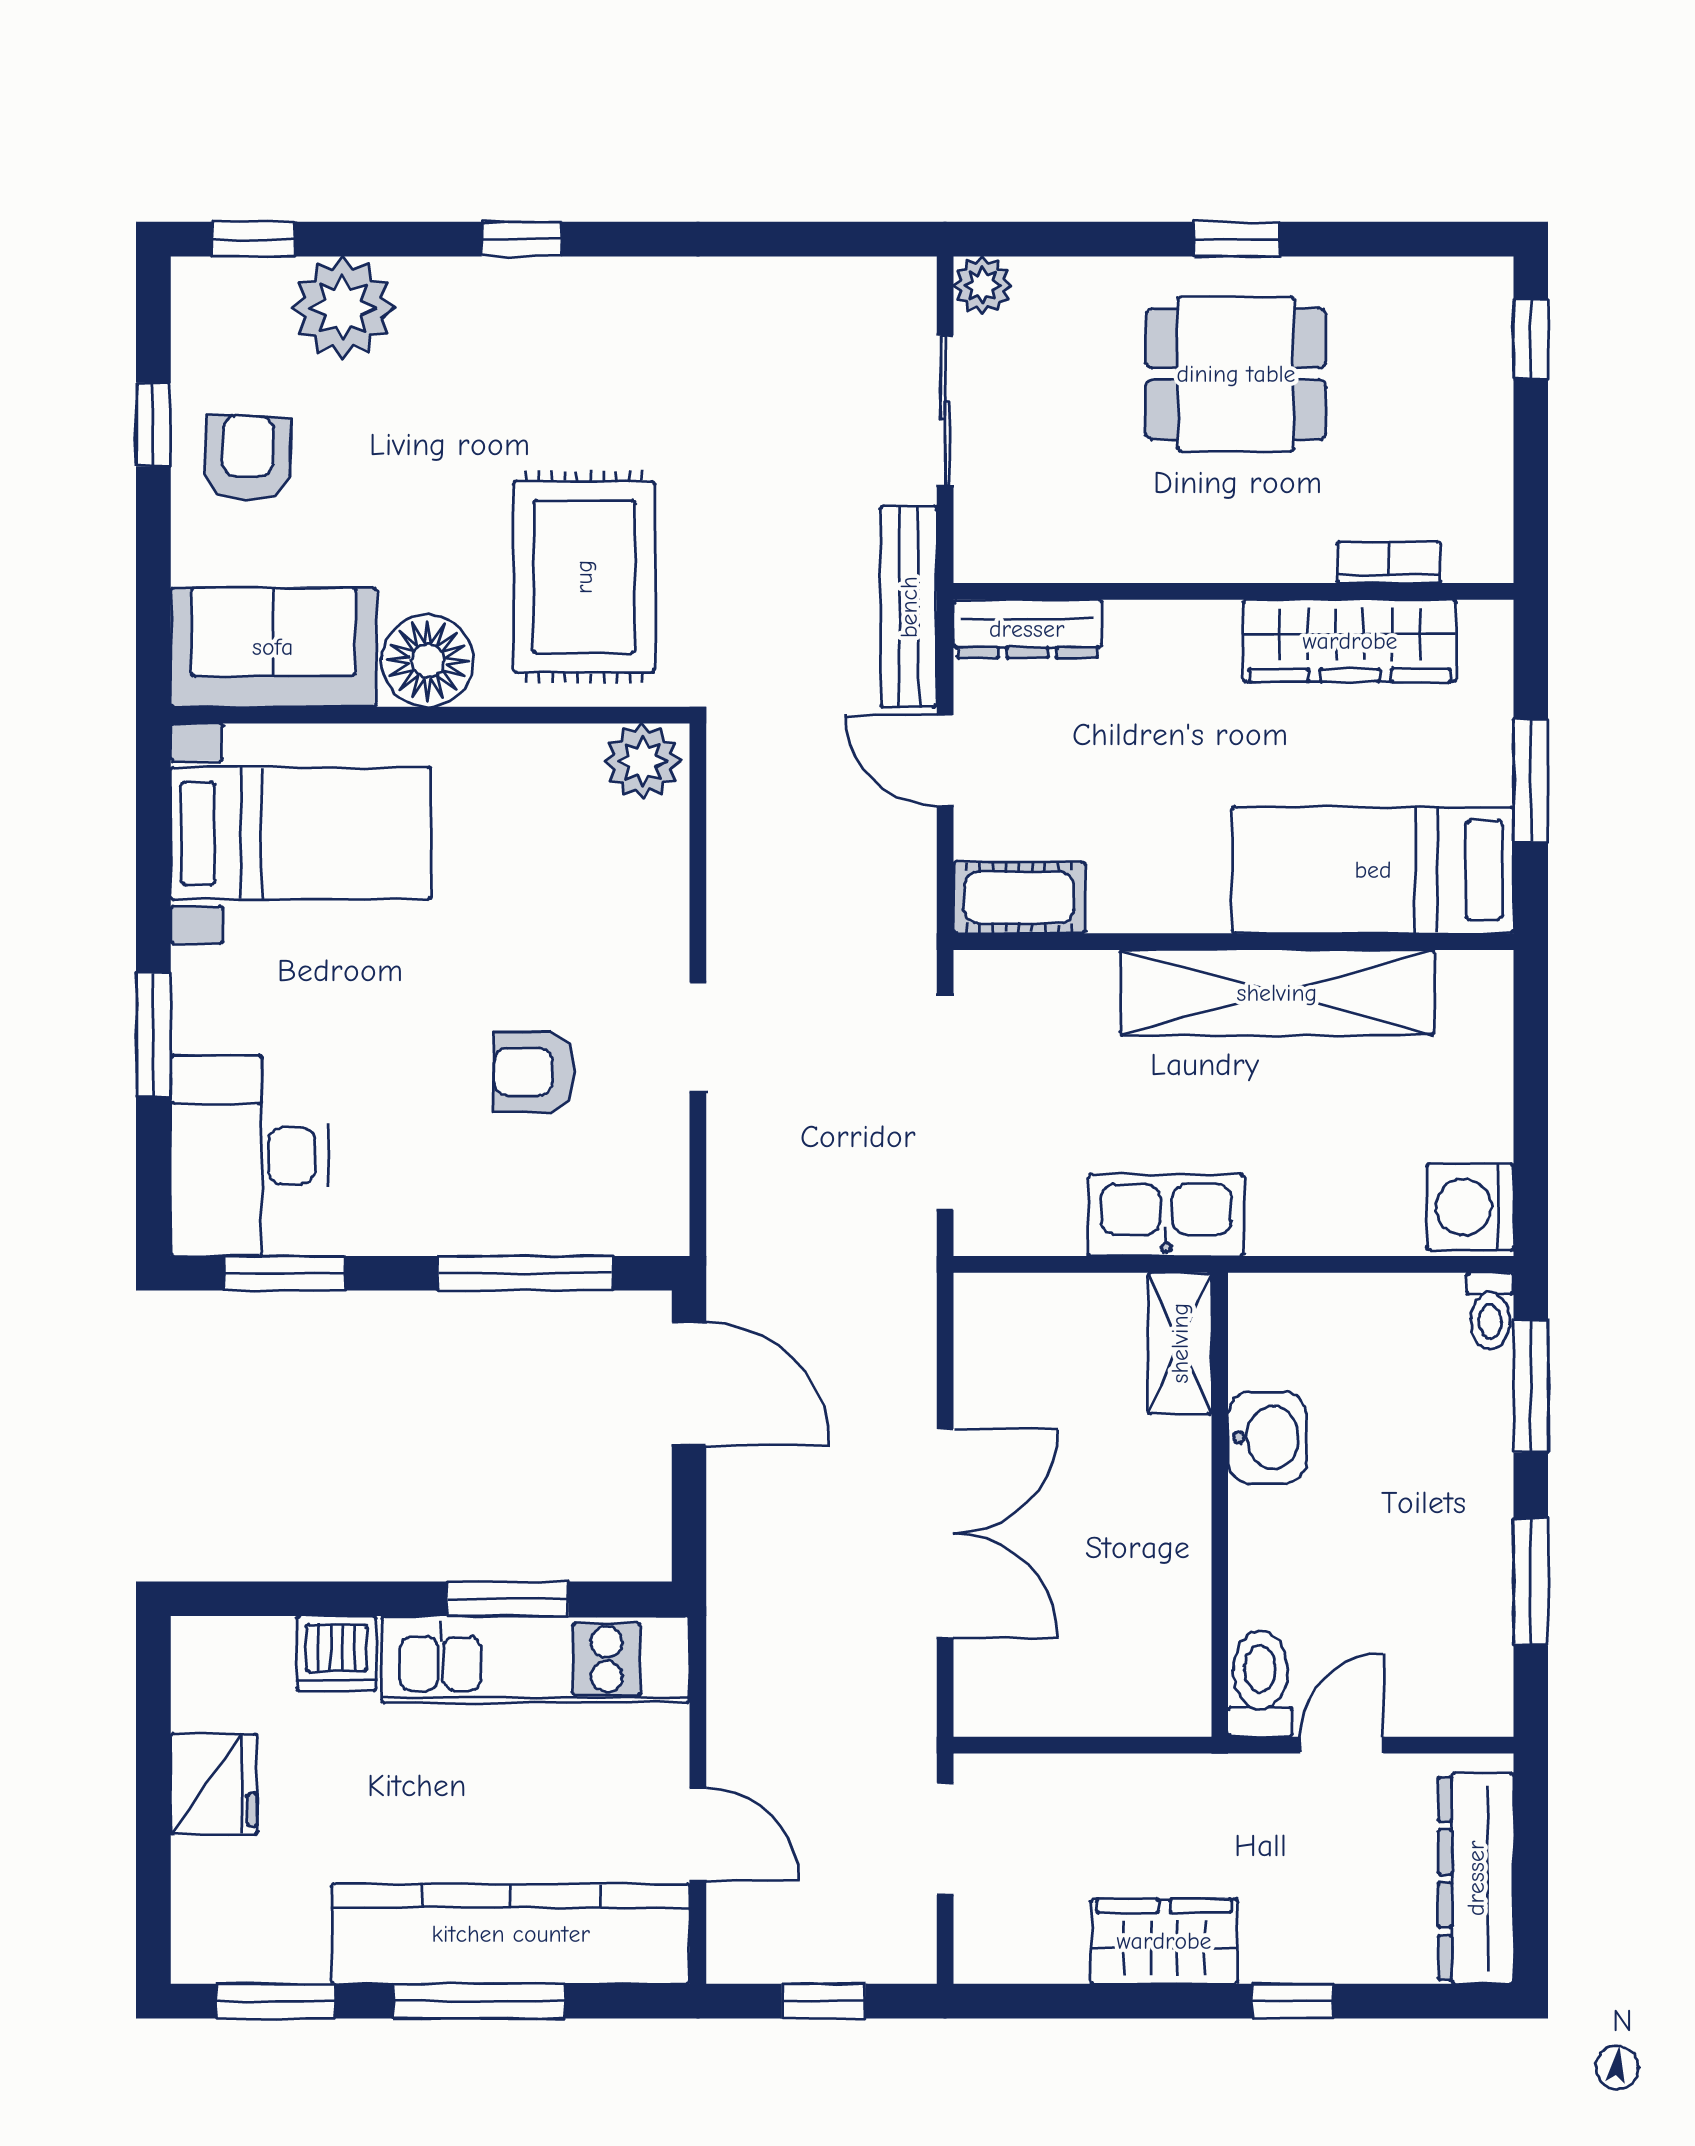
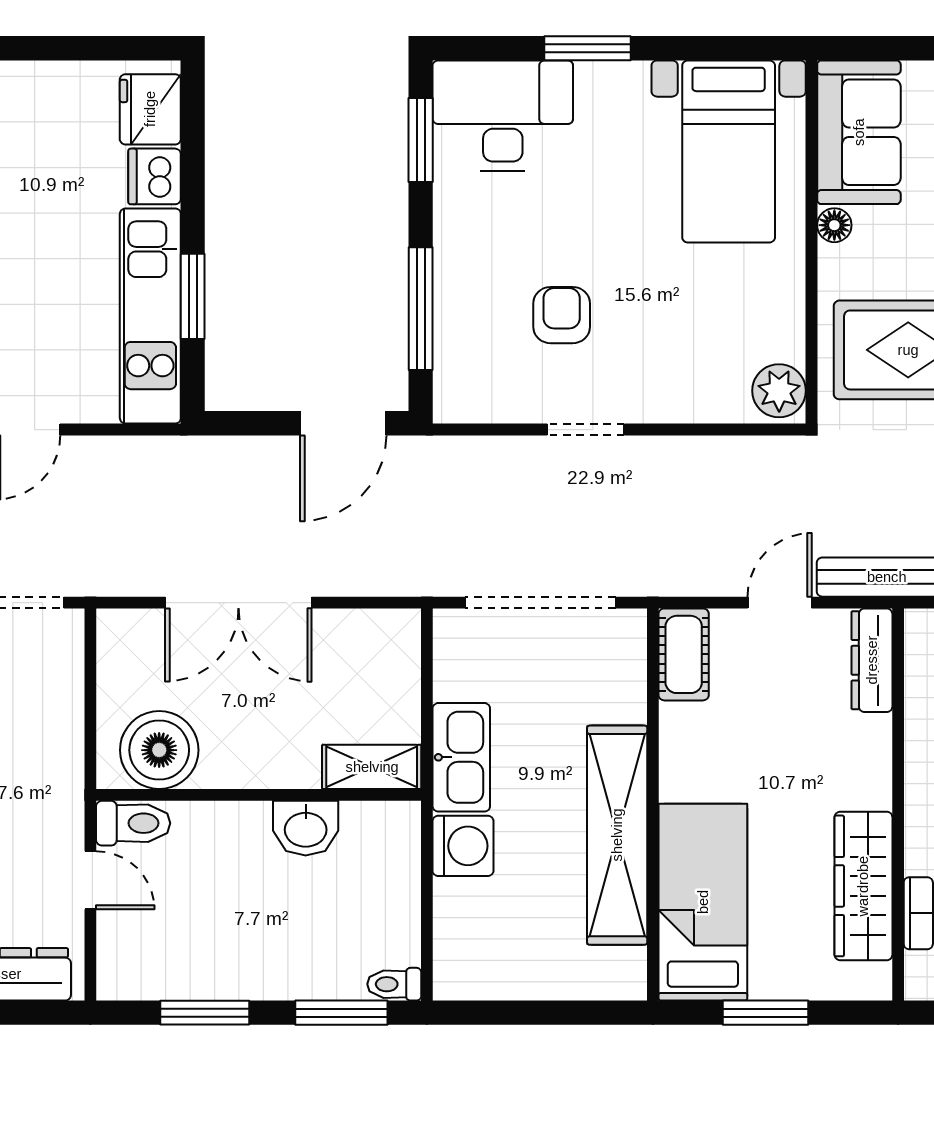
floor lamp: (428, 661) -> (834, 225), width x0.53, depth x0.53
washing machine: (1470, 1207) -> (463, 846), moved, turned 90
boiler: (1156, 1647) -> (159, 750), added
fridge: (214, 1784) -> (150, 109), moved, turned 90

